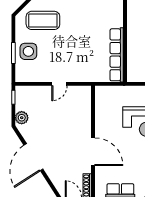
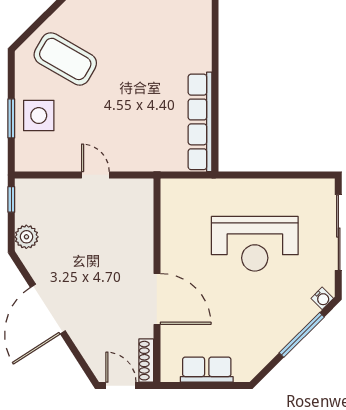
coffee table: (43, 20) -> (65, 59), turned 30
door: (59, 84) -> (95, 175), swing flipped

